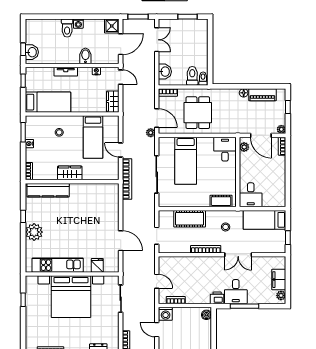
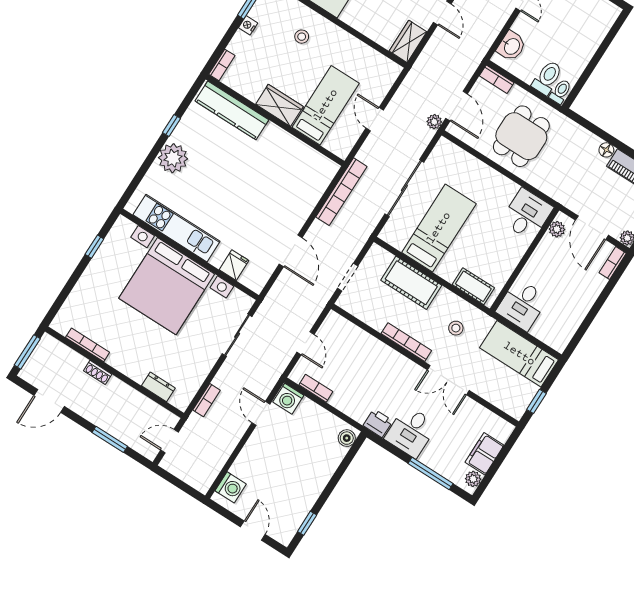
bed: (93, 137) -> (326, 105), moved, turned 180
bed: (186, 161) -> (439, 228), moved, turned 180
bookcase: (127, 179) -> (341, 192), moved
window: (244, 306) -> (431, 474), moved

